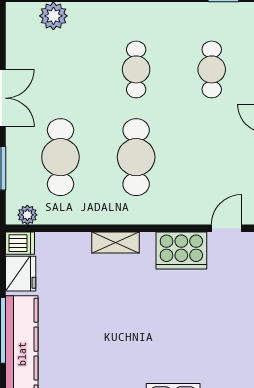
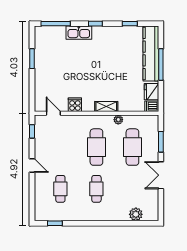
plant: (27, 215) -> (118, 120), moved
door: (227, 228) -> (53, 113), swing flipped
cooker: (181, 250) -> (75, 105), width x0.53, depth x0.76

